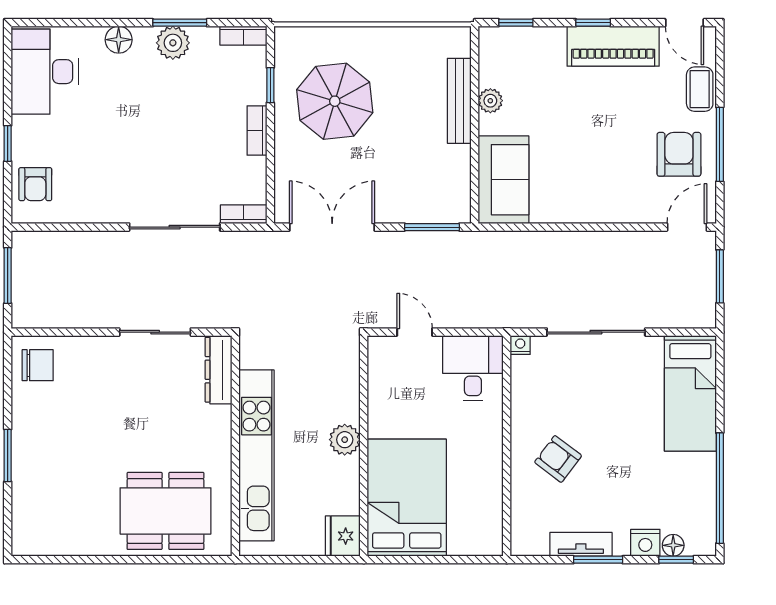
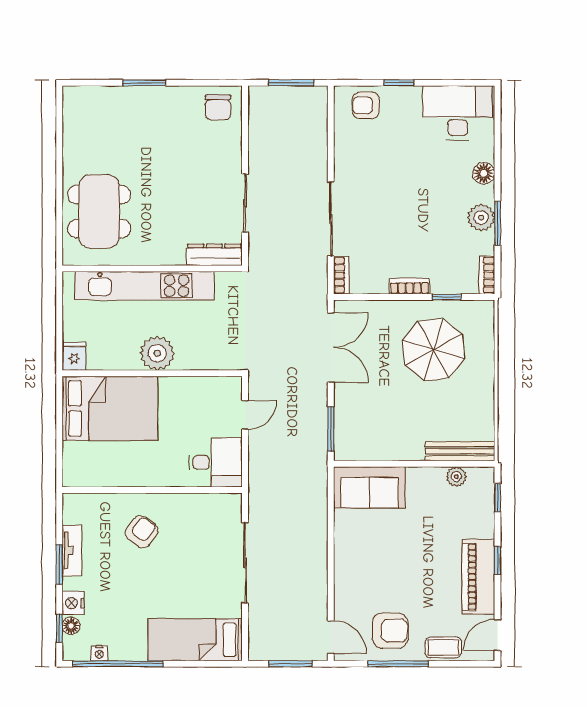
bench: (459, 101) -> (460, 451), moved
plant: (490, 101) -> (456, 477), moved
nightstand: (520, 345) -> (99, 653), moved, turned 90
plant: (345, 440) -> (157, 353), width x1.36, depth x1.36
fridge: (343, 536) -> (74, 356), width x0.72

